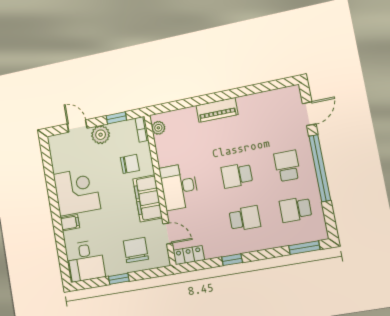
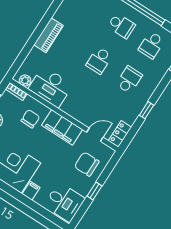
school desk: (287, 166) -> (121, 26), turned 180
desk: (179, 187) -> (51, 87), moved

